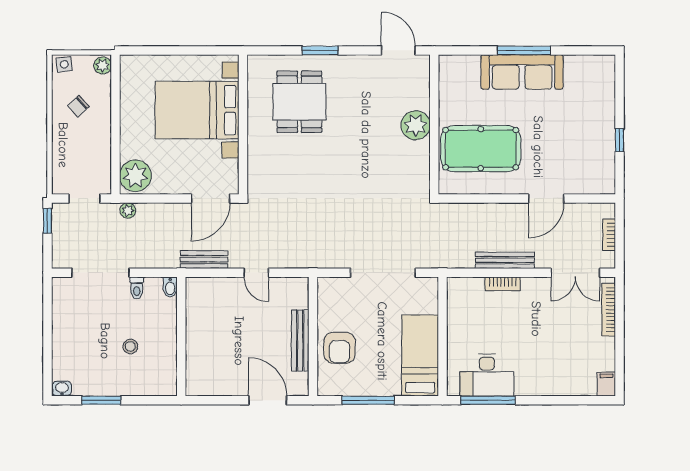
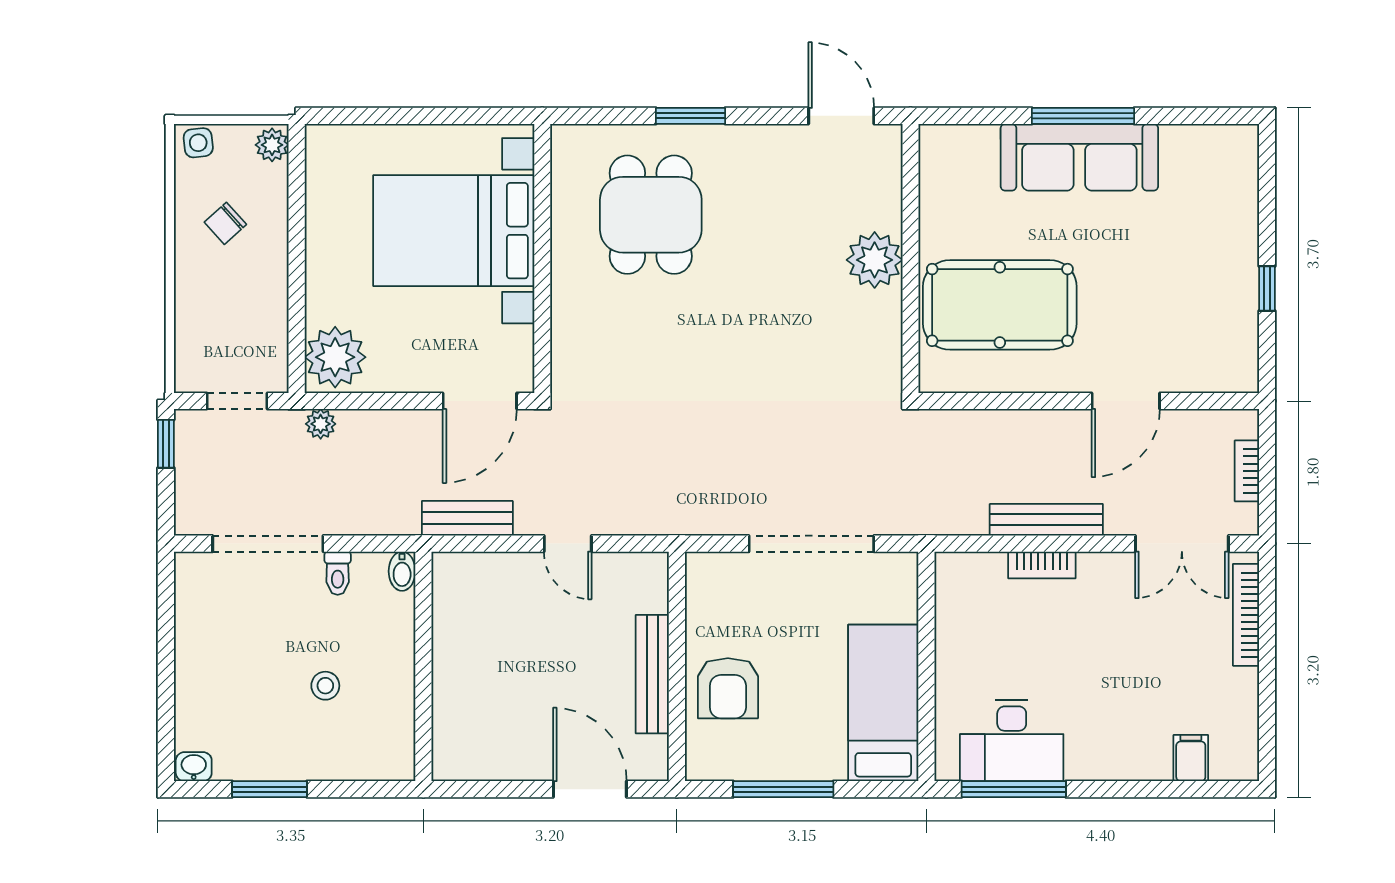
filing cabinet: (606, 384) -> (1191, 758), moved

